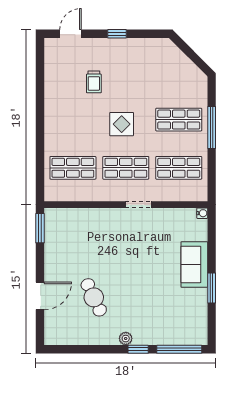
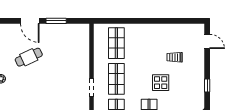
window: (117, 34) -> (207, 86), moved
display table: (122, 124) -> (161, 83), moved
window: (40, 228) -> (56, 21), moved

